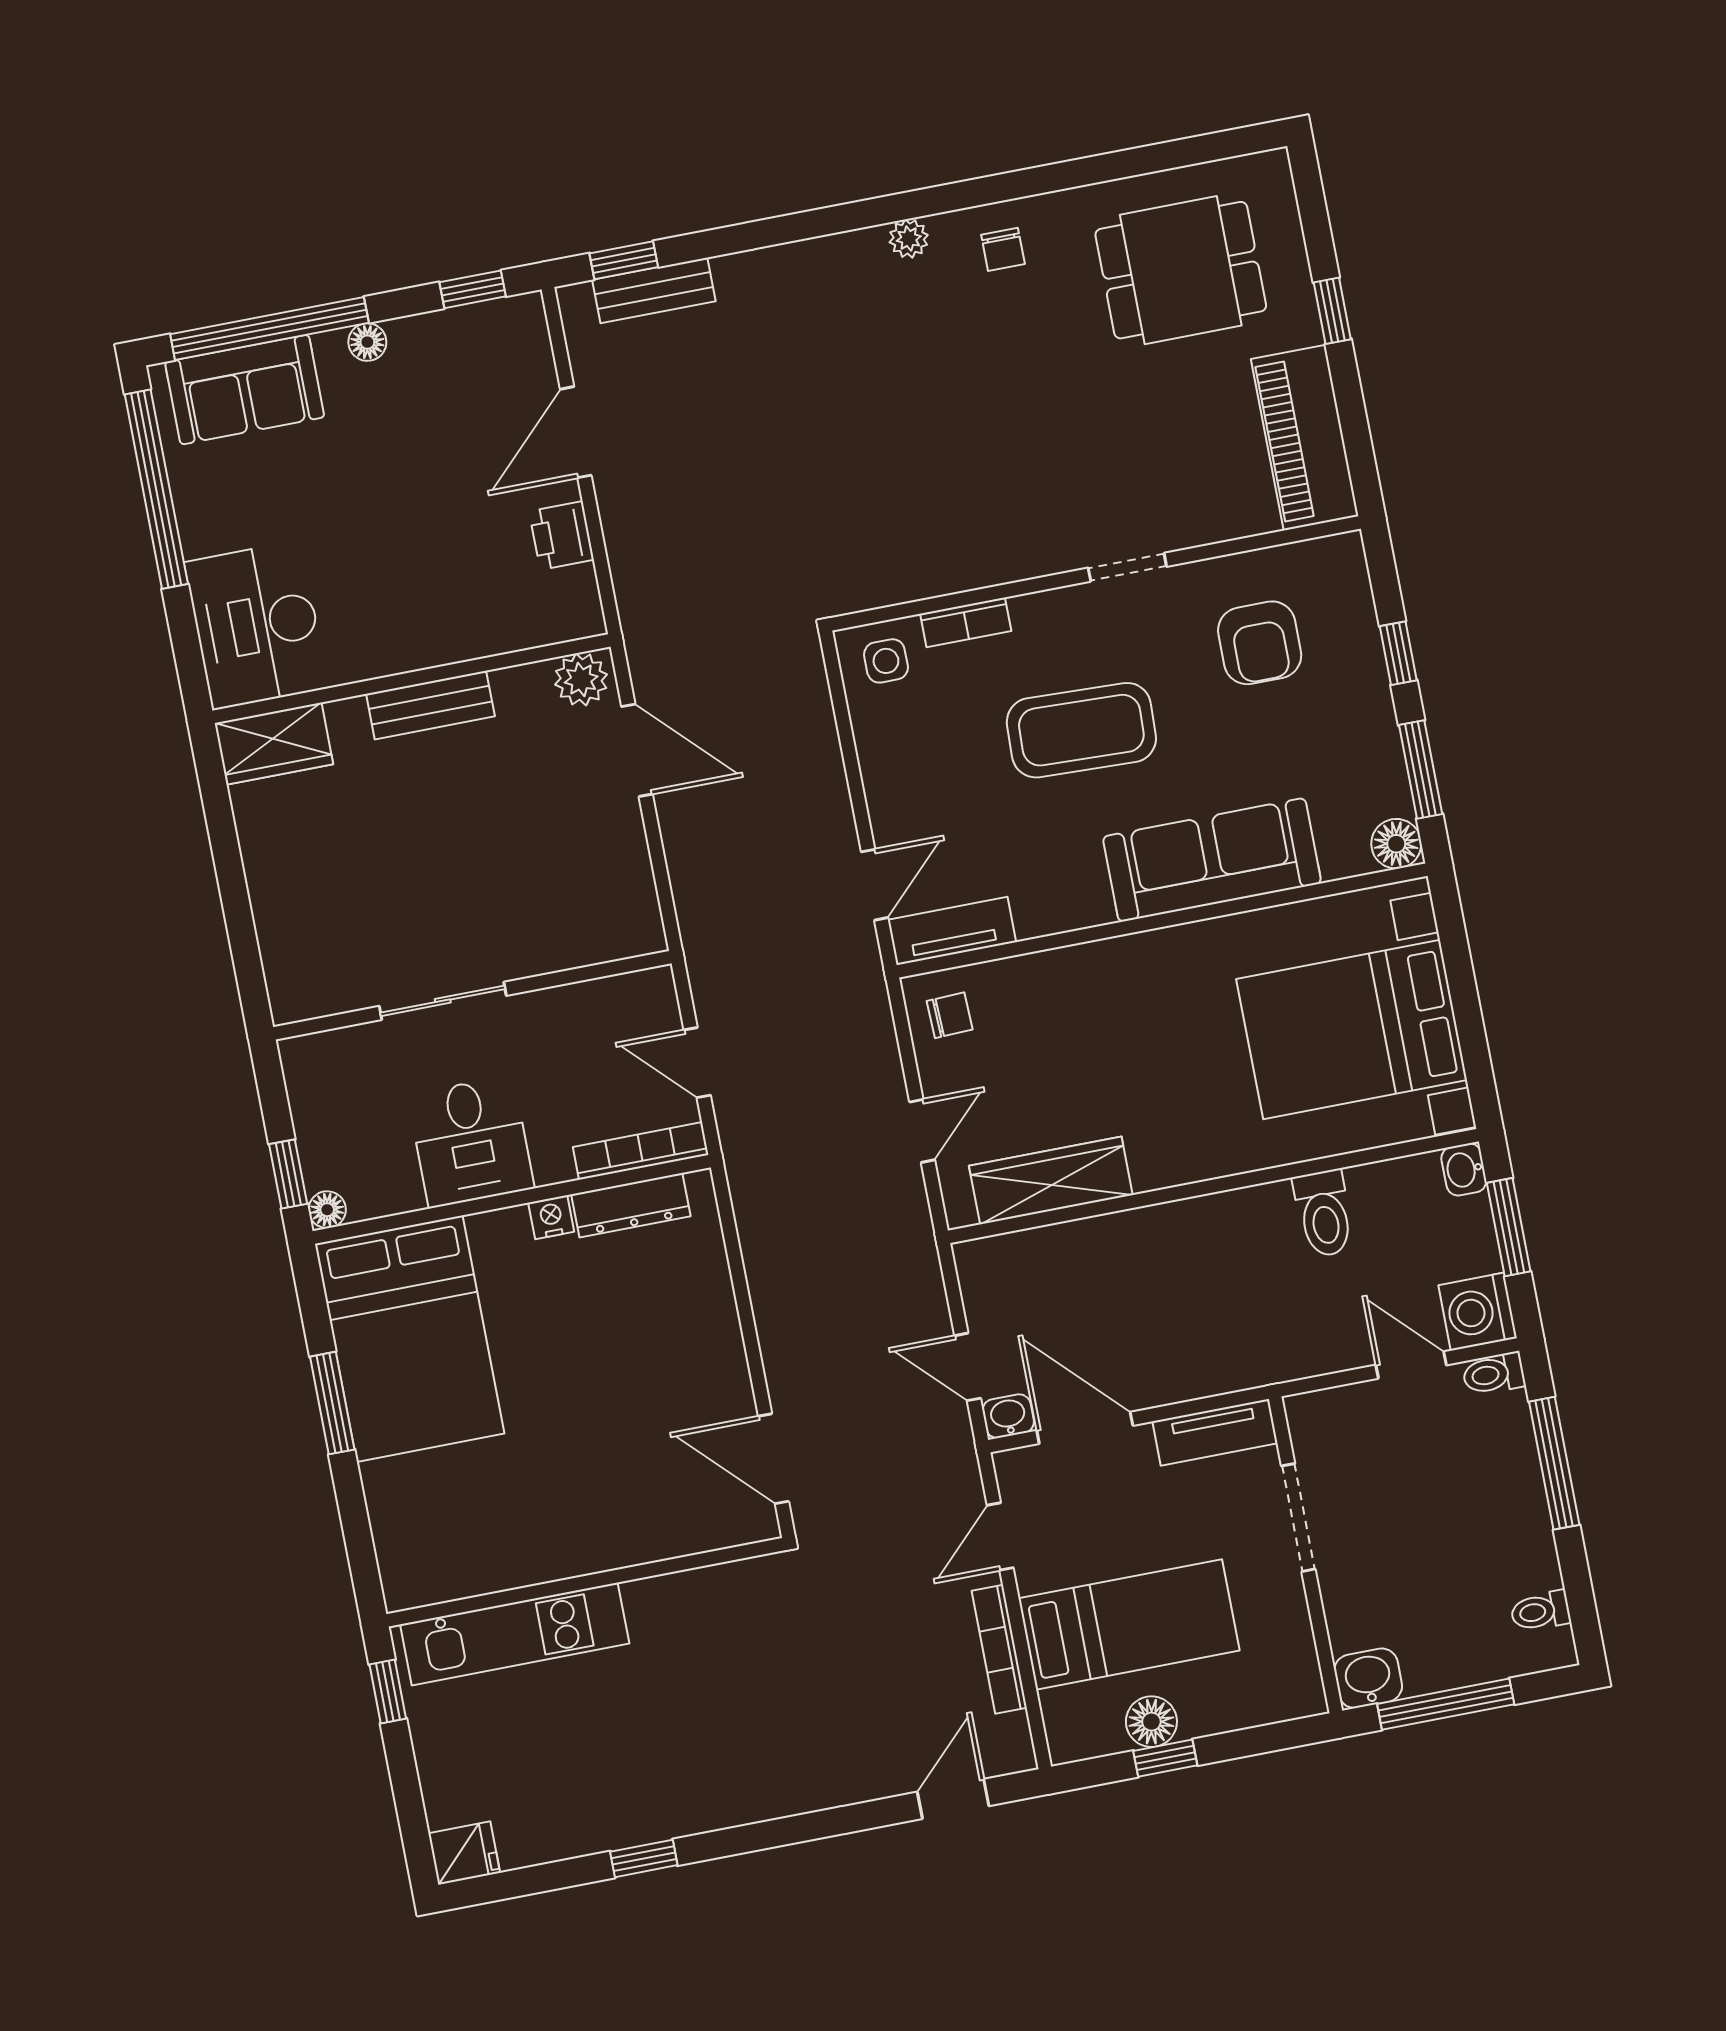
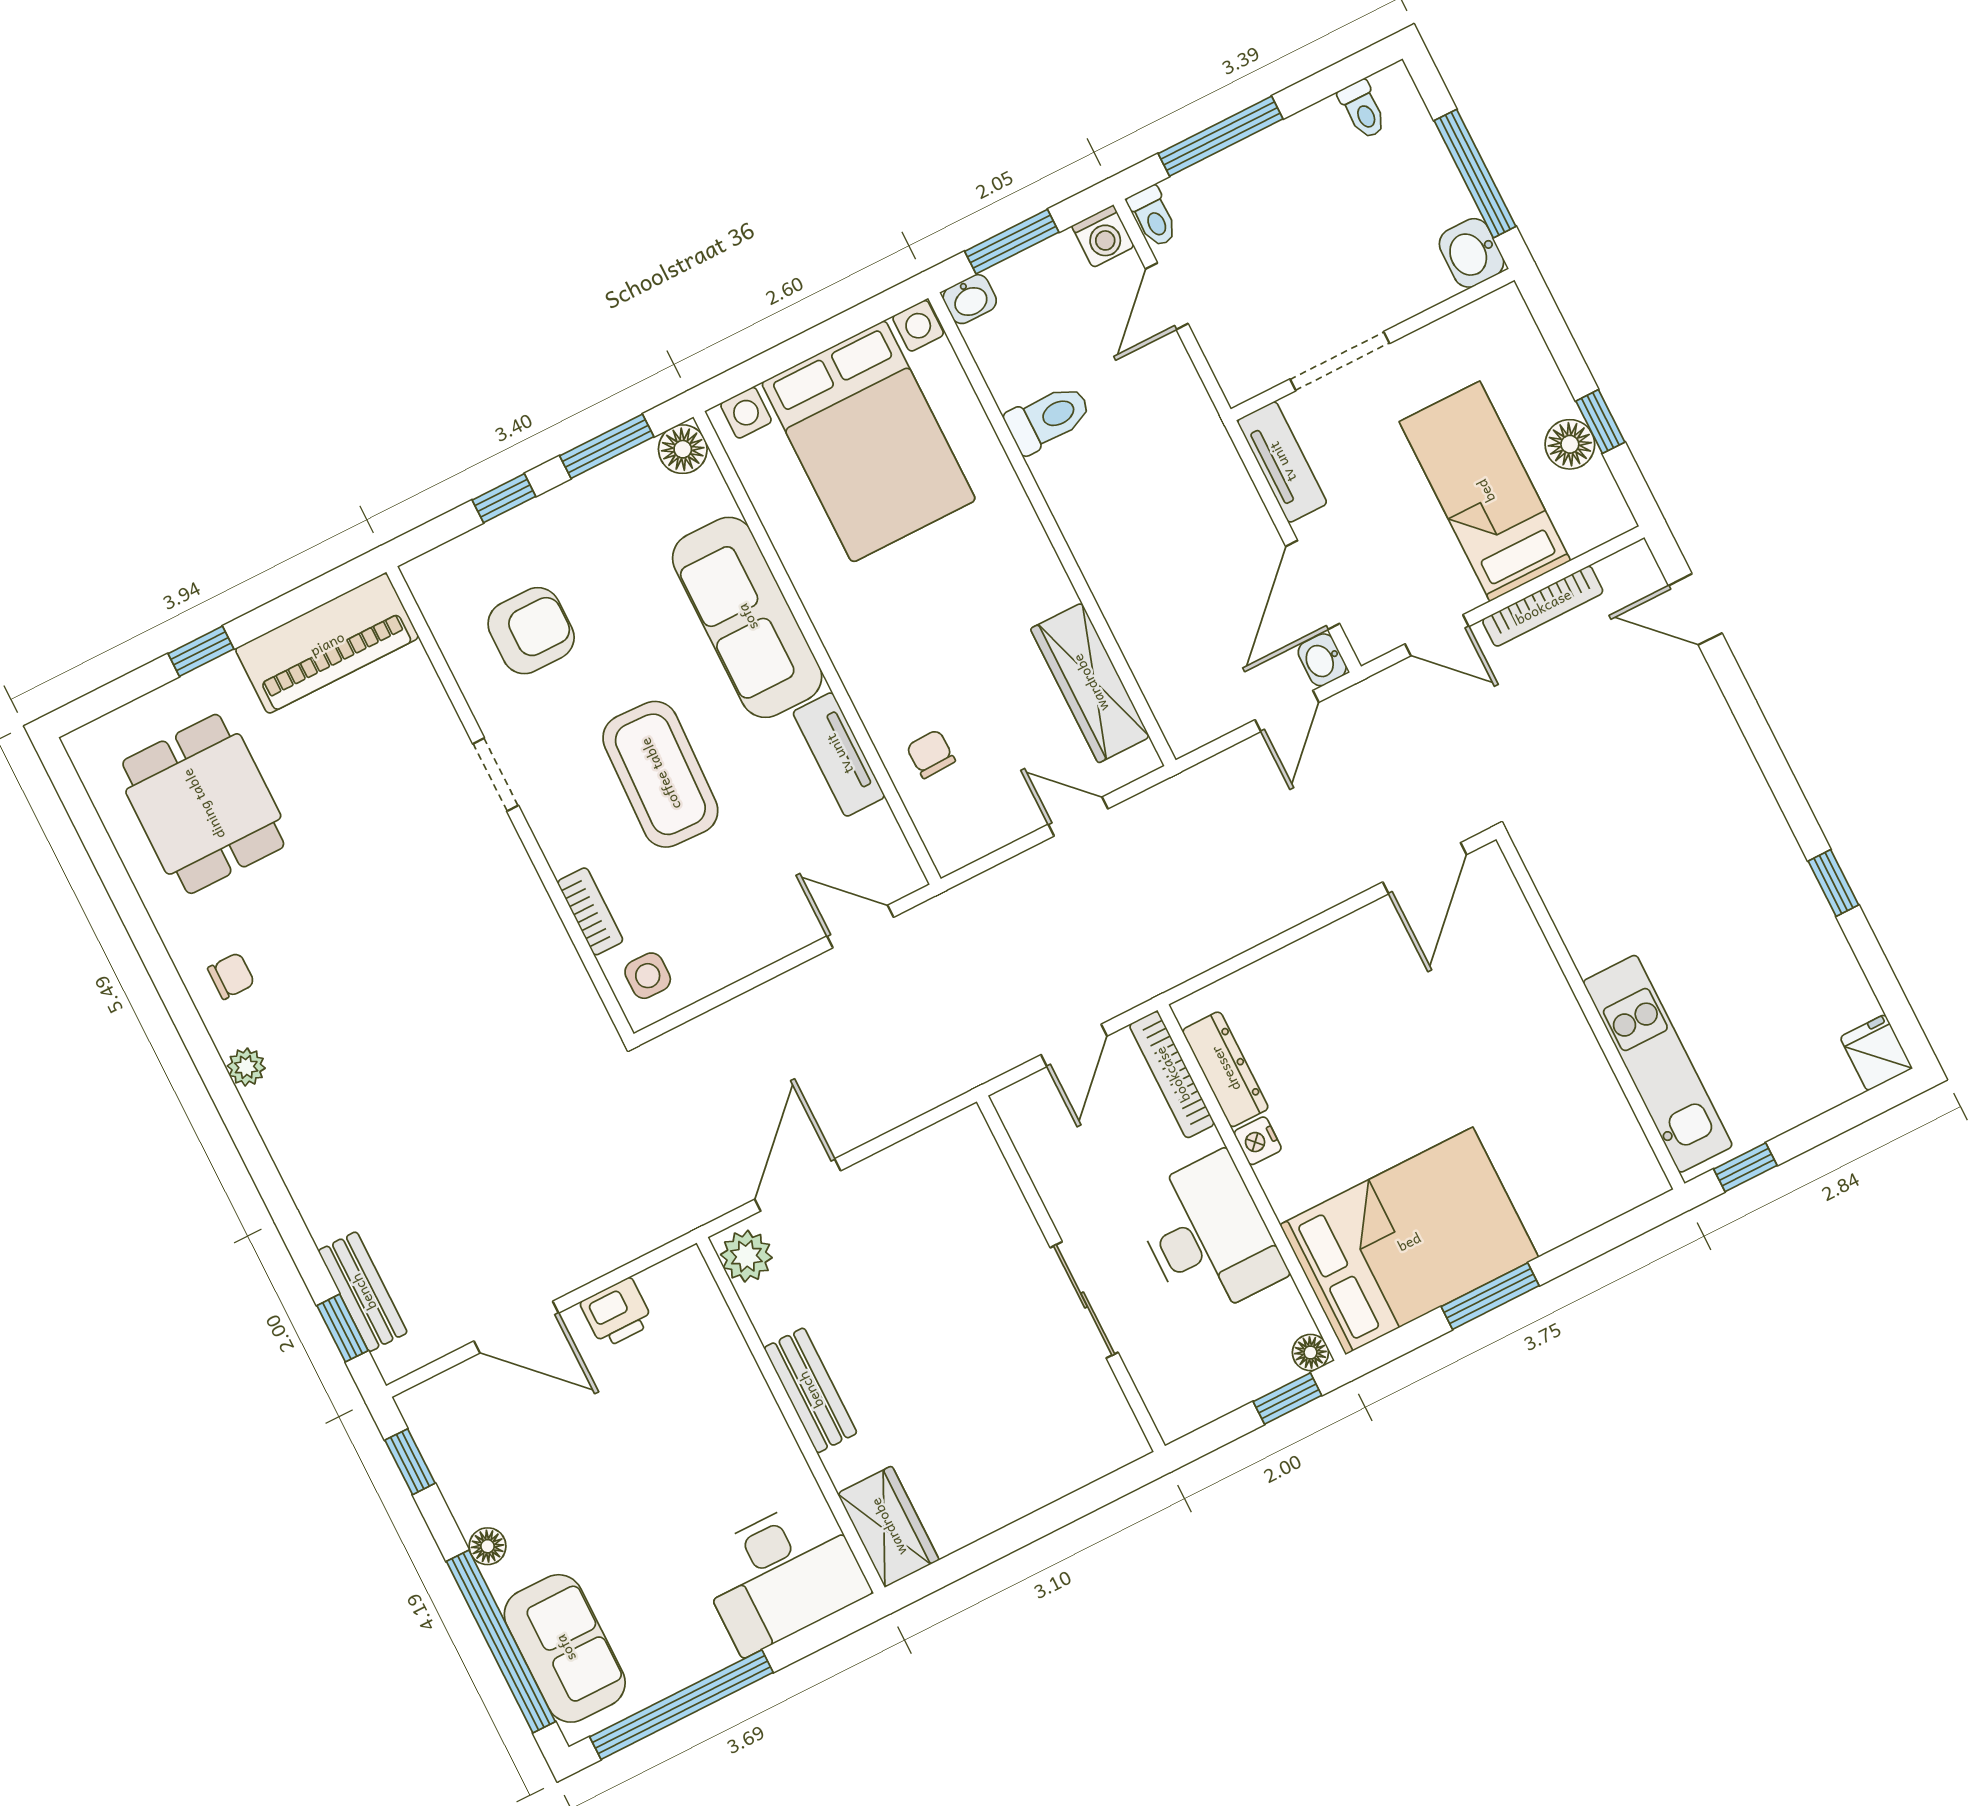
tv unit: (952, 931) -> (839, 754), moved
chair: (950, 1015) -> (931, 754), moved
desk: (471, 1142) -> (1208, 1236), width x1.37
washing machine: (1478, 1312) -> (1103, 236), width x0.73, depth x0.73

